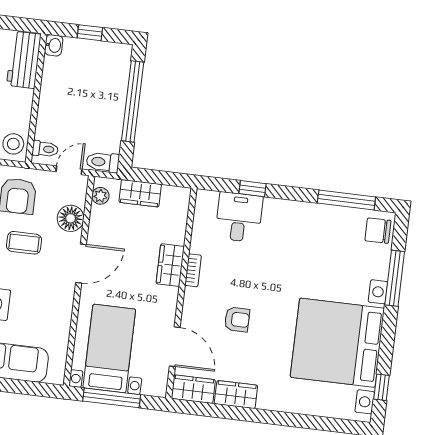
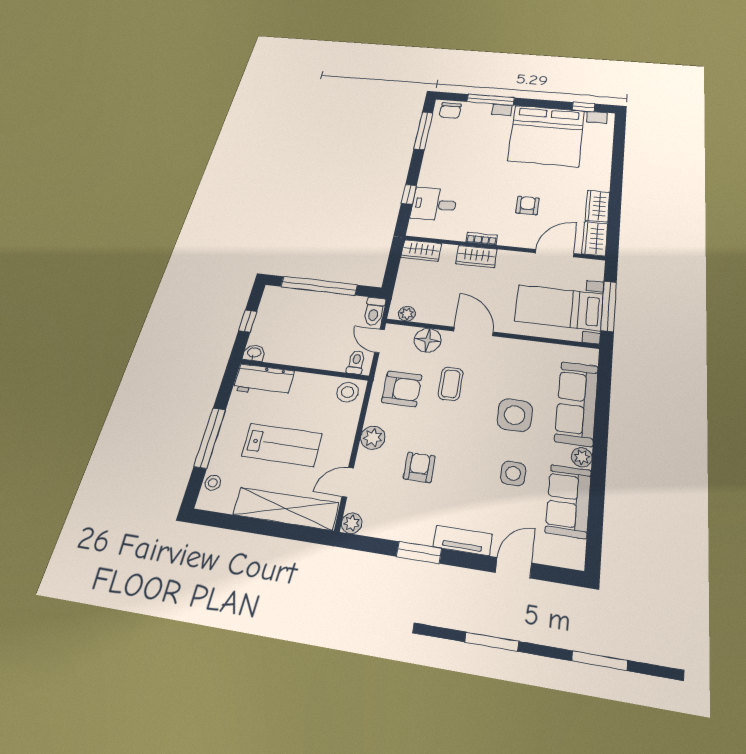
wardrobe: (140, 193) -> (421, 250), moved, turned 90

